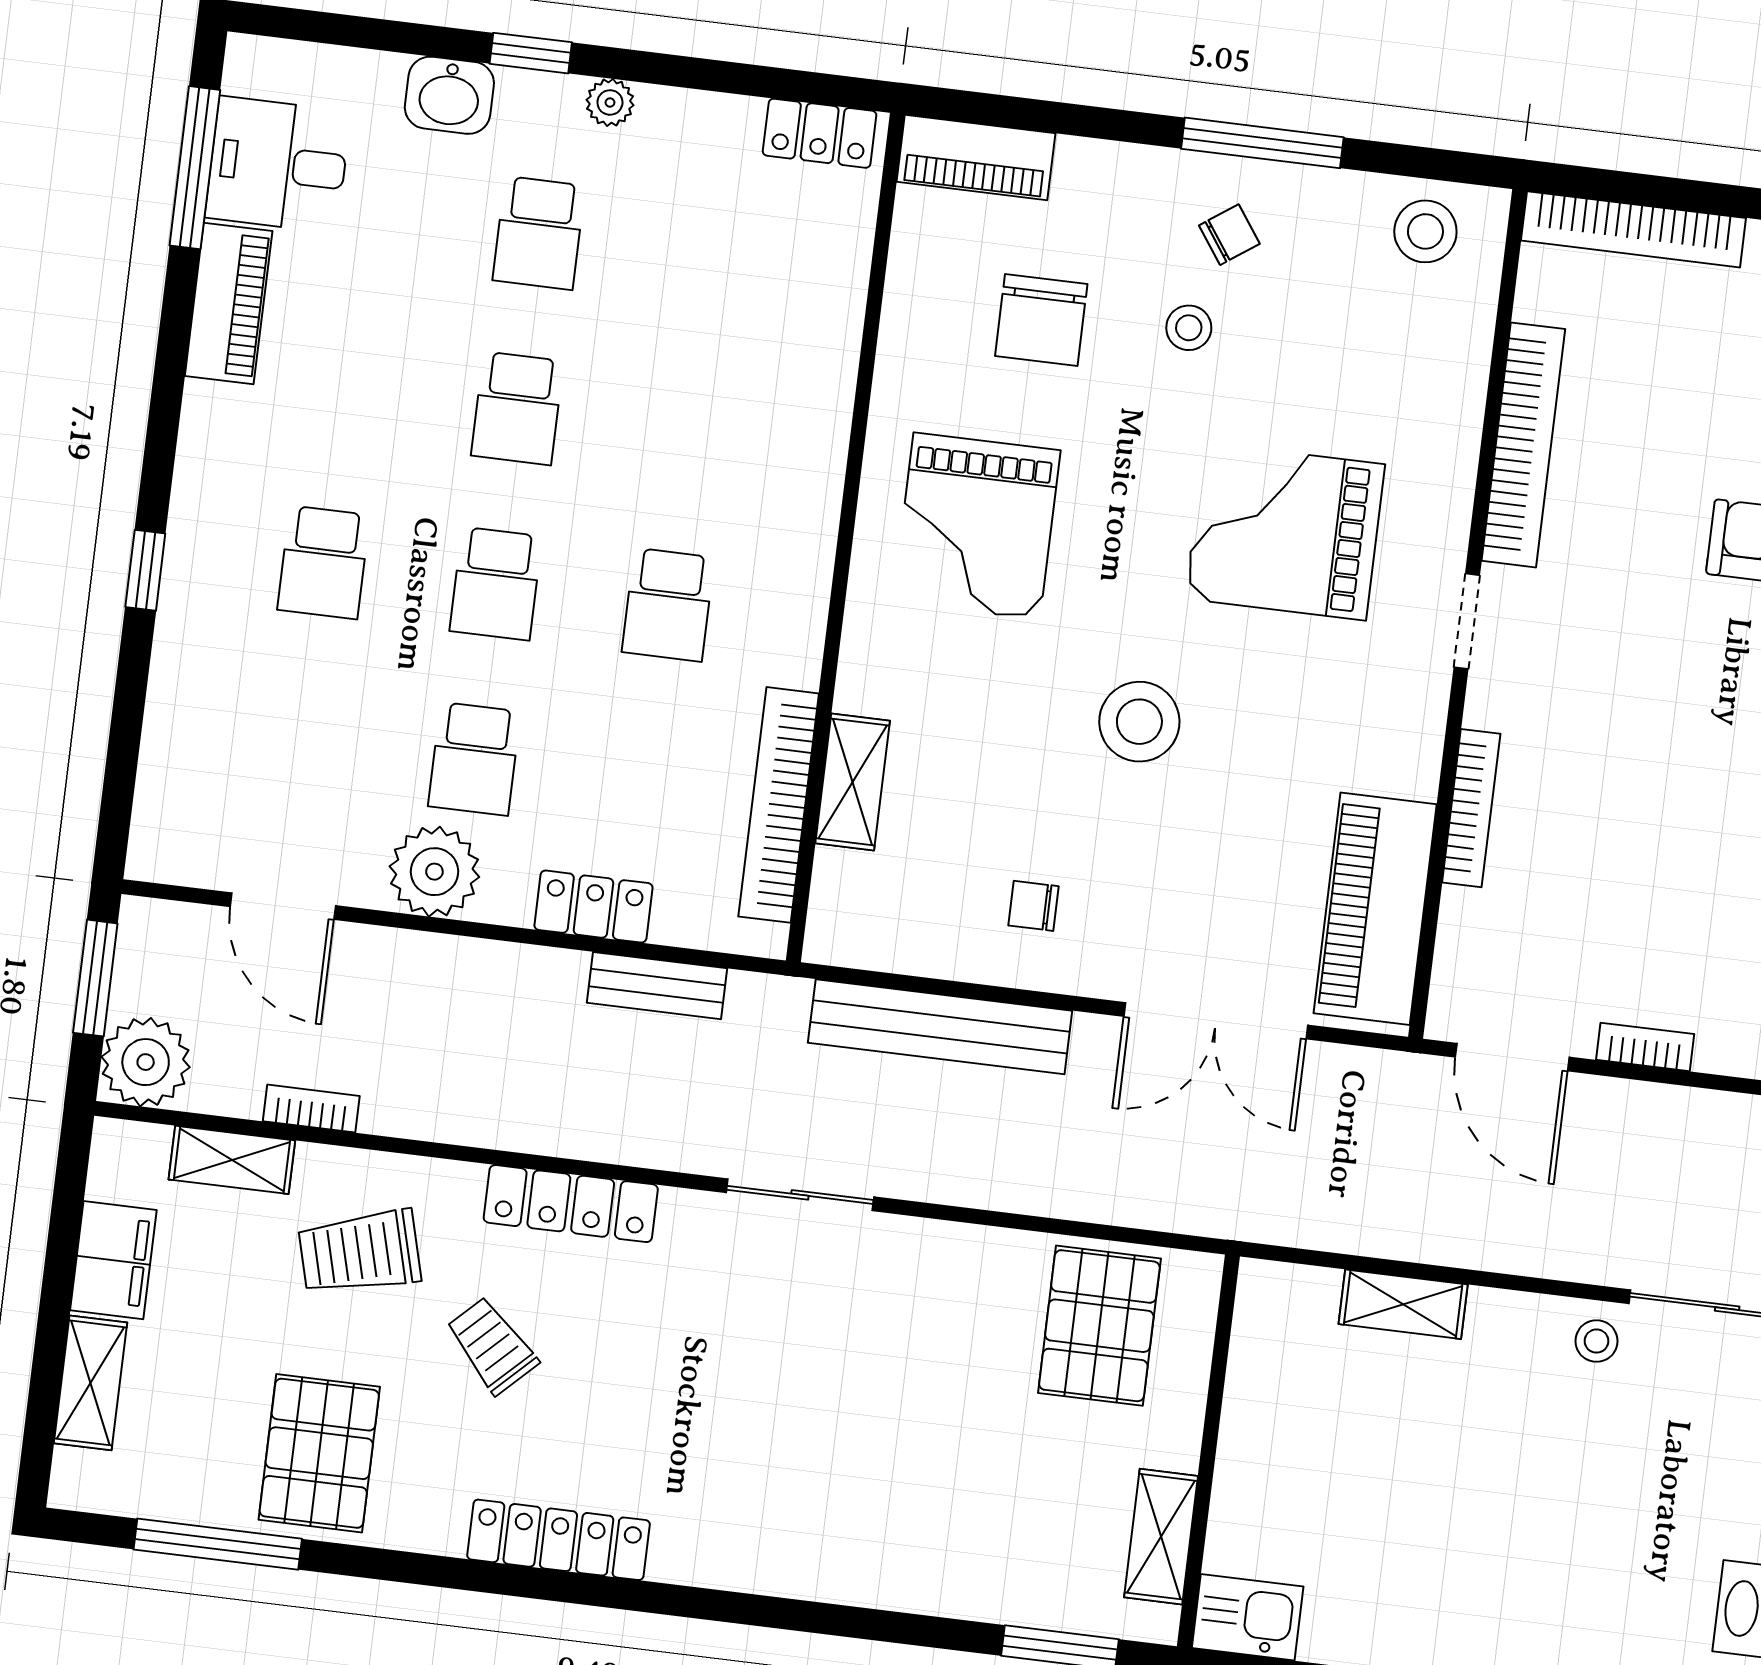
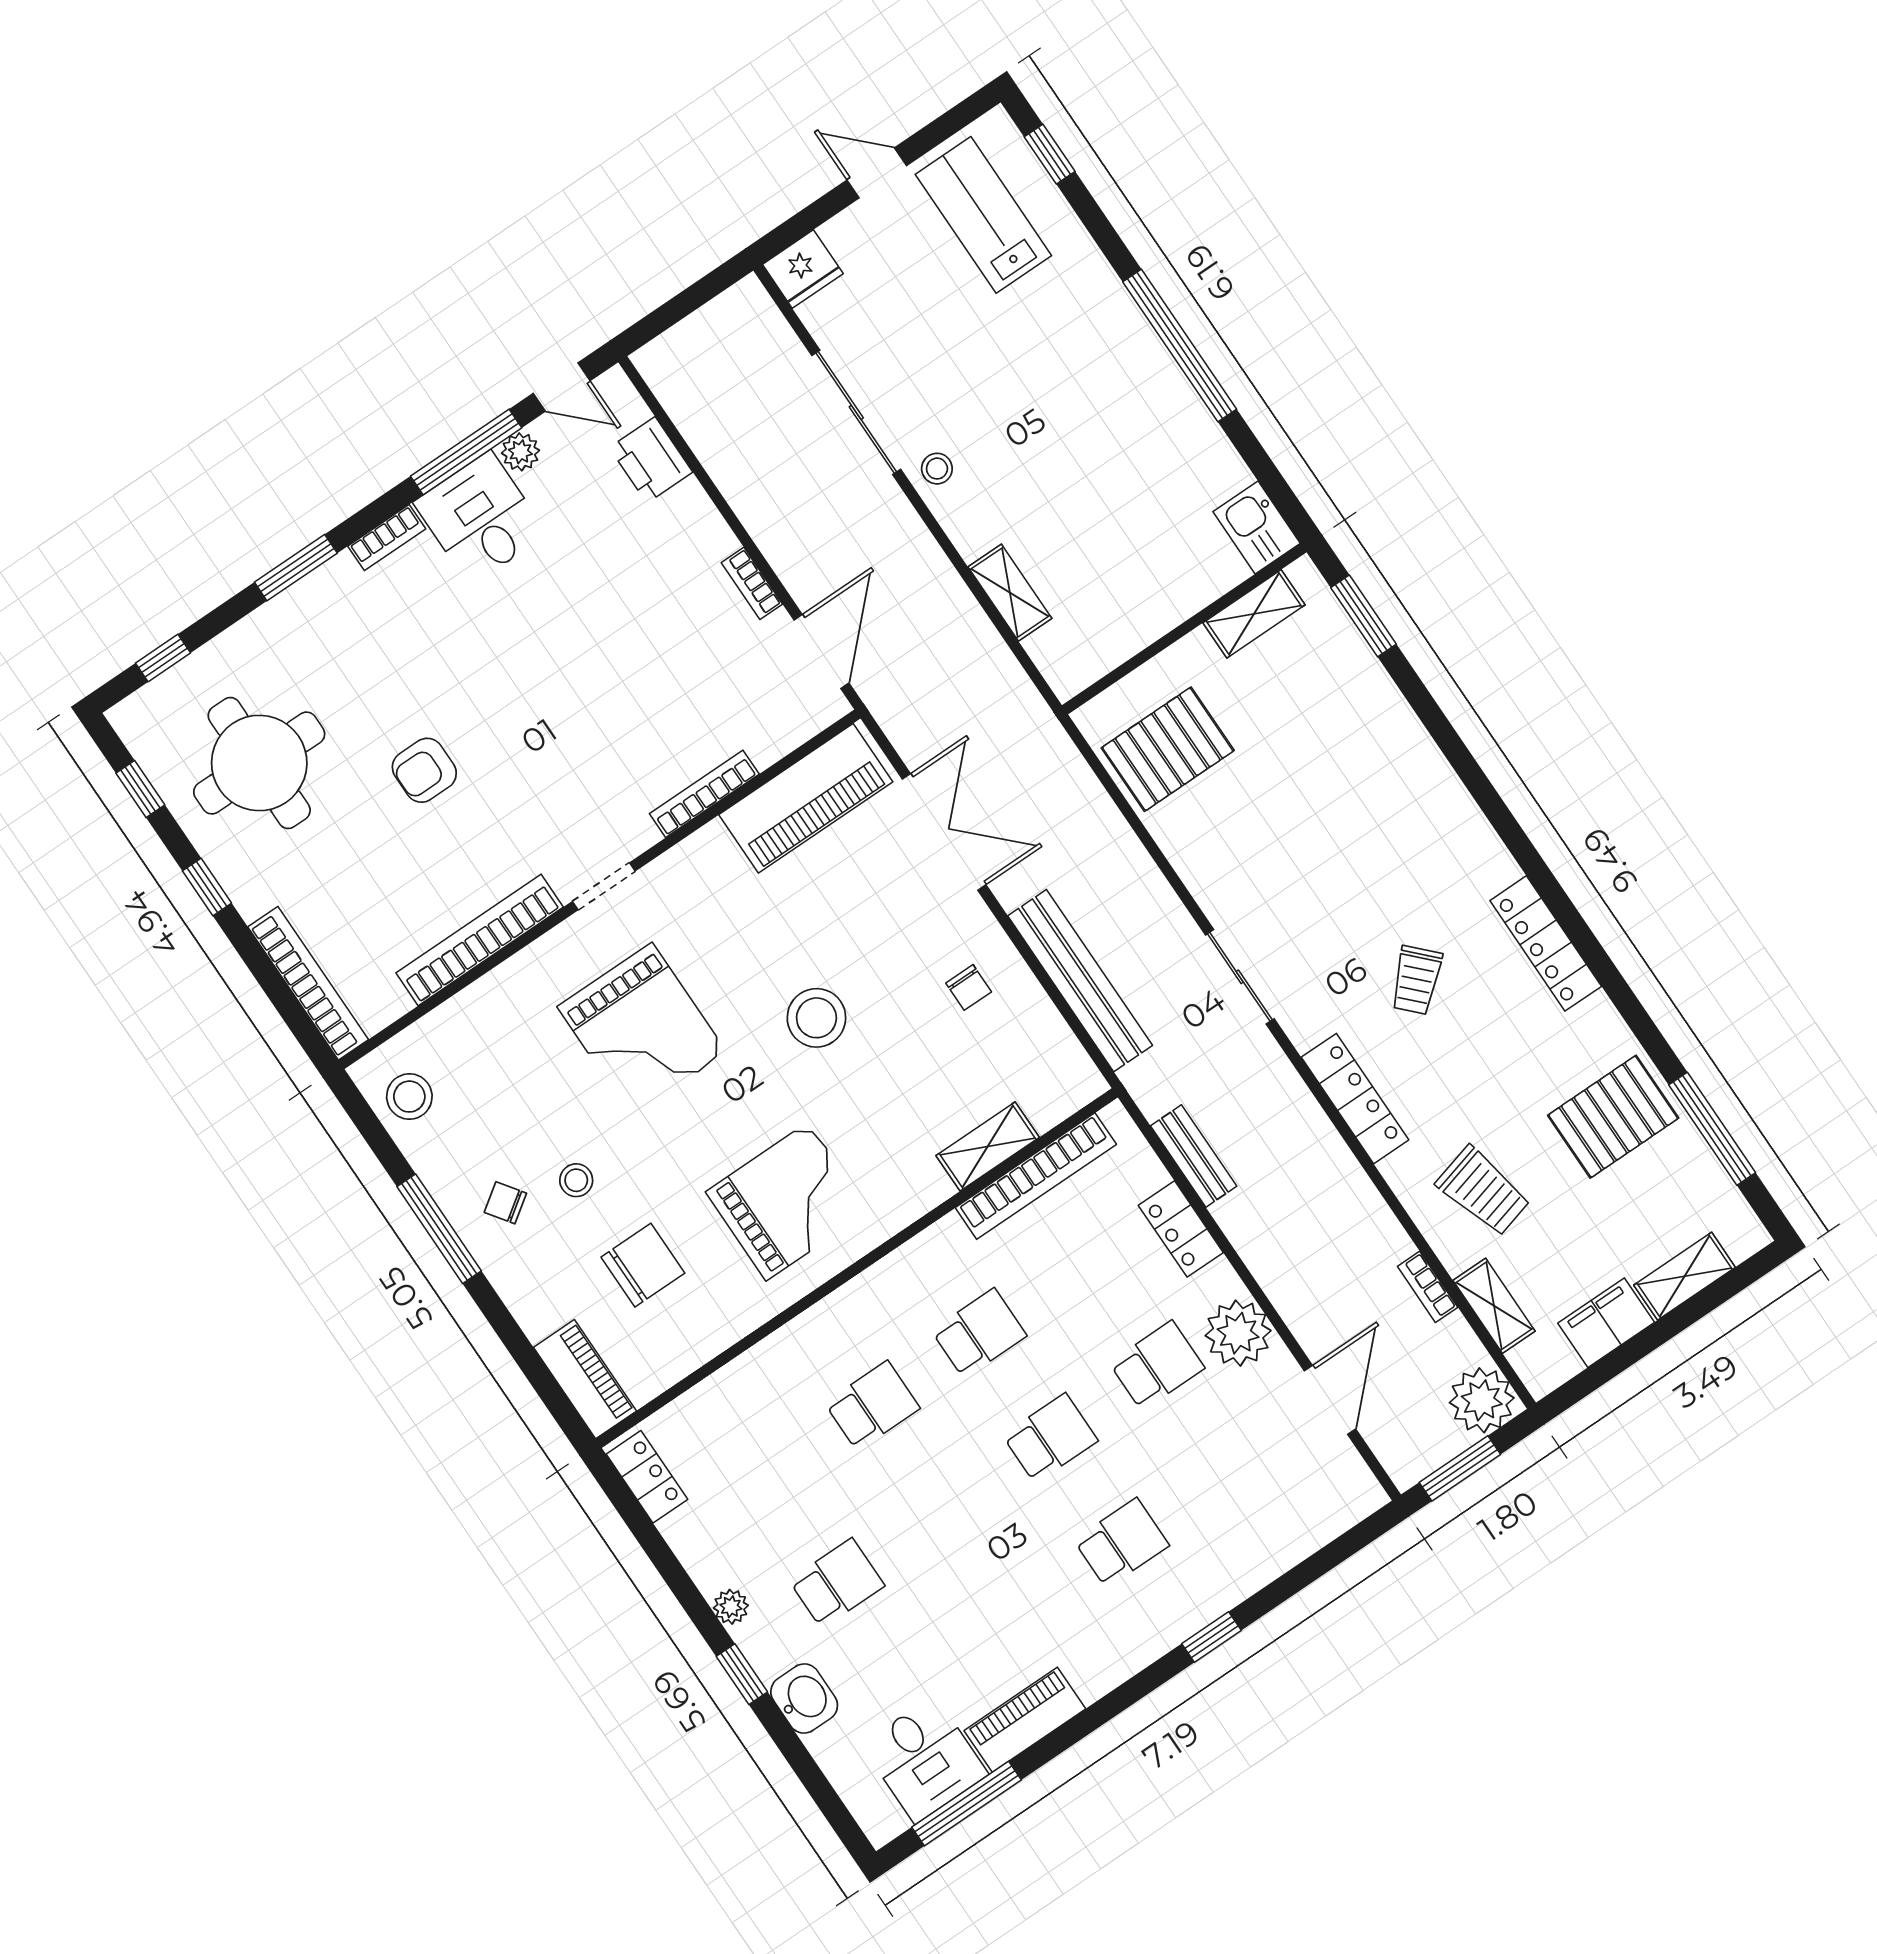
school desk: (517, 408) -> (872, 1406), moved
trolley: (492, 1345) -> (1416, 980), moved

